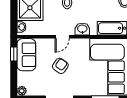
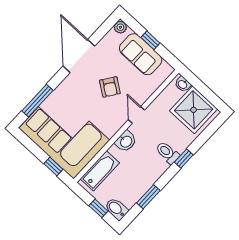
window: (14, 54) -> (150, 40), moved
sofa: (26, 55) -> (141, 54), moved

